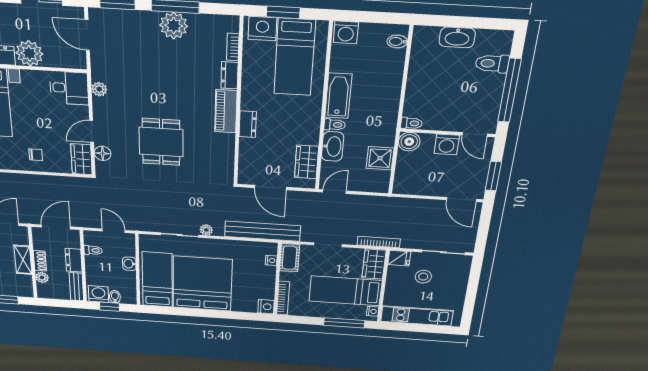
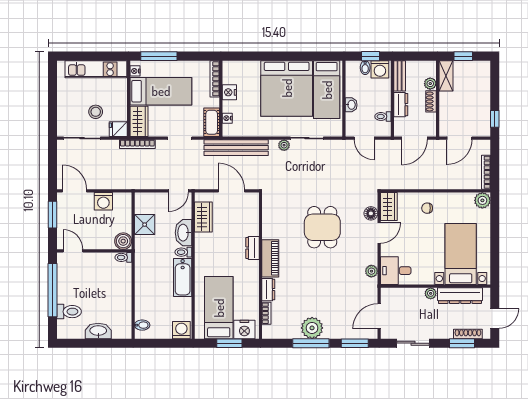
door: (87, 35) -> (379, 316), swing flipped
plant: (29, 53) -> (431, 293), width x0.53, depth x0.53
washing machine: (447, 144) -> (103, 201), moved, turned 180
shelving: (23, 260) -> (446, 76), moved
nightstand: (266, 307) -> (229, 92), moved

